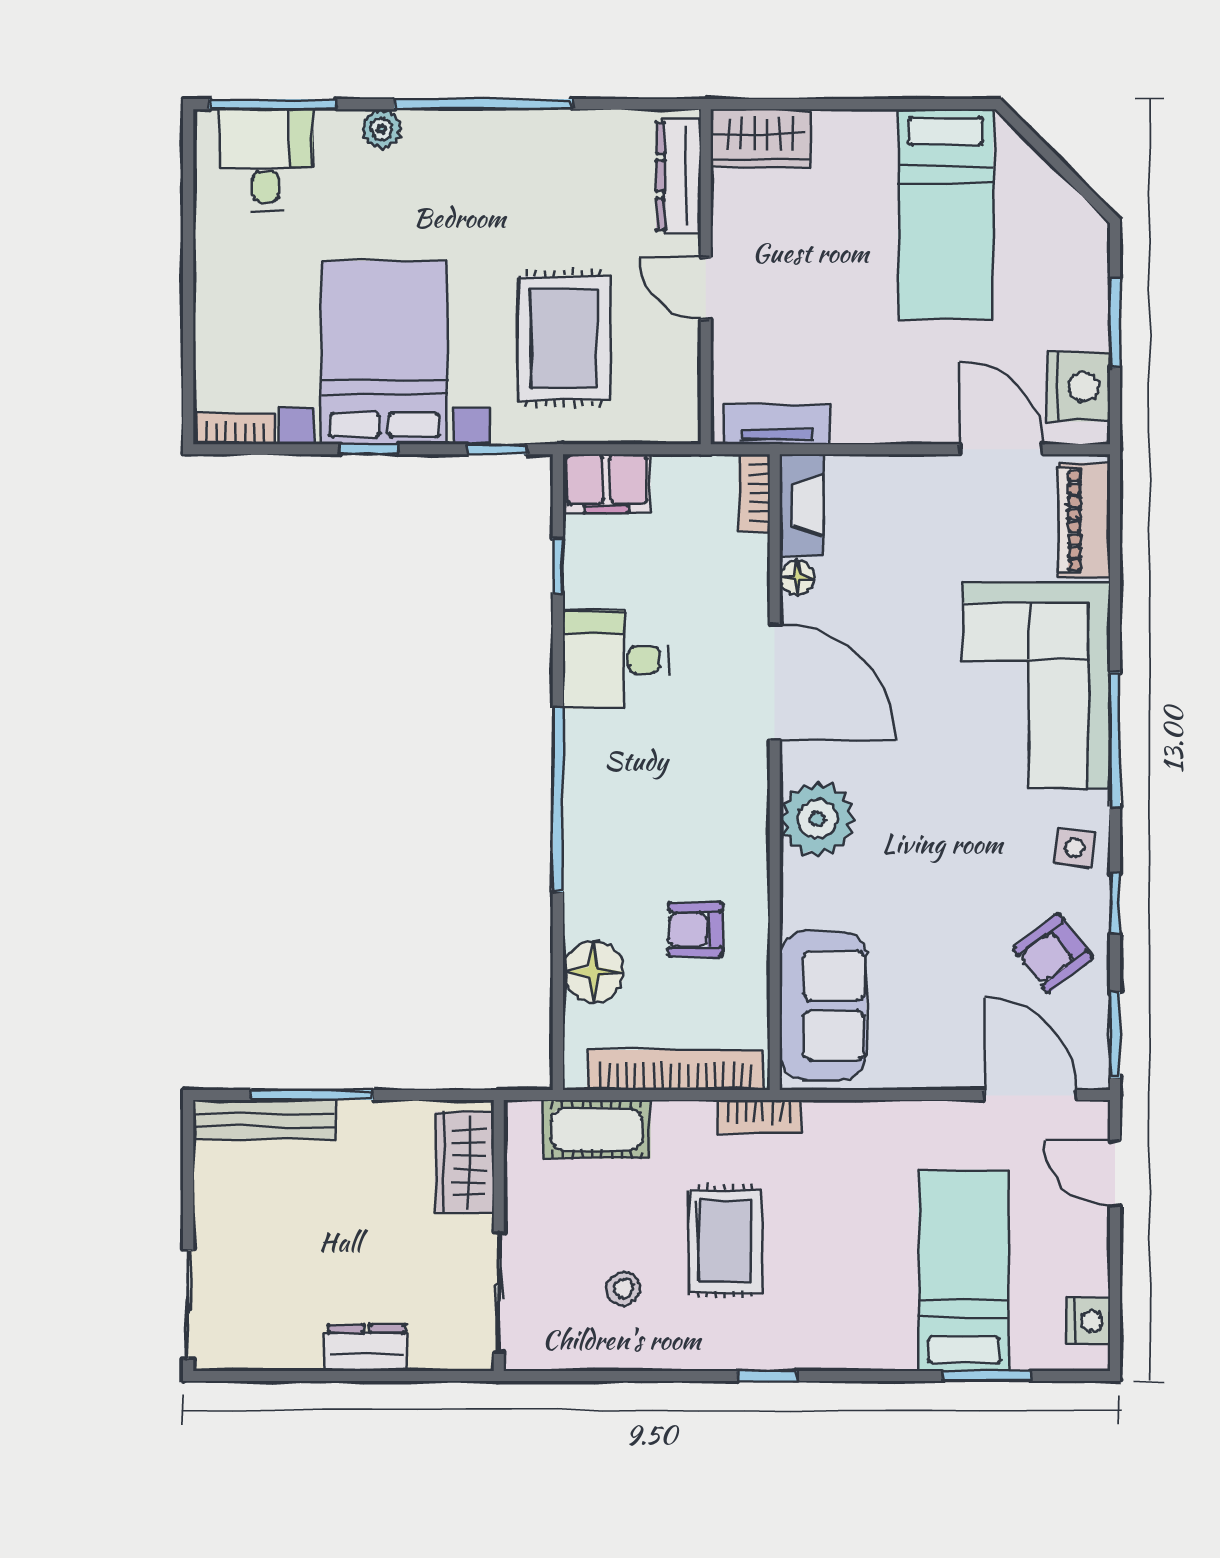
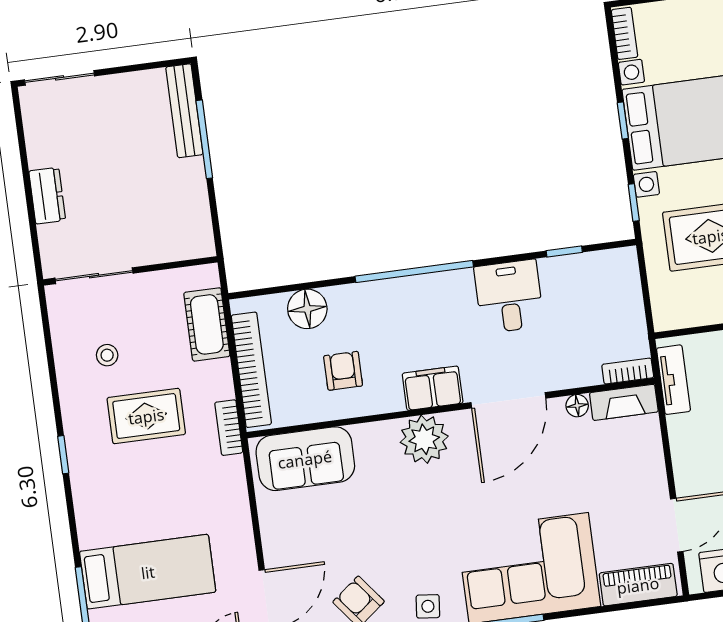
filing cabinet: (607, 483) -> (433, 388), moved, turned 90
wardrobe: (464, 1163) -> (174, 243), removed

